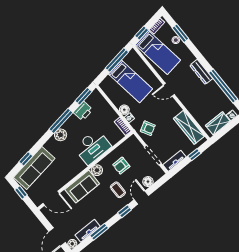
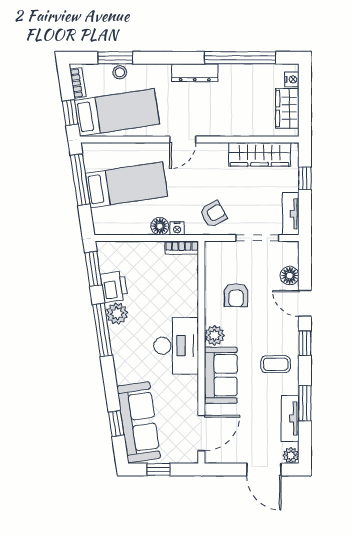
plant: (61, 135) -> (117, 314), moved
desk: (92, 147) -> (176, 346), moved
coffee table: (118, 190) -> (276, 364), moved

